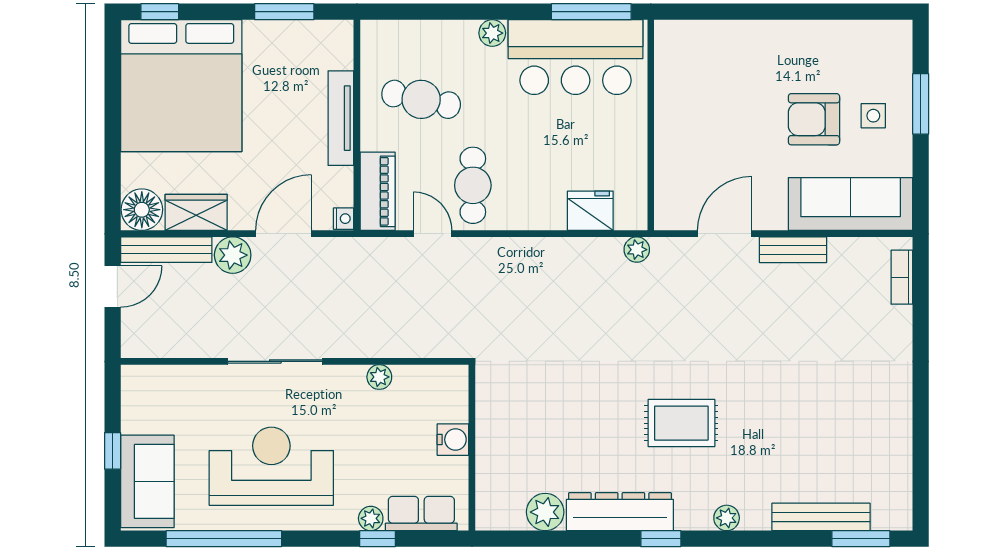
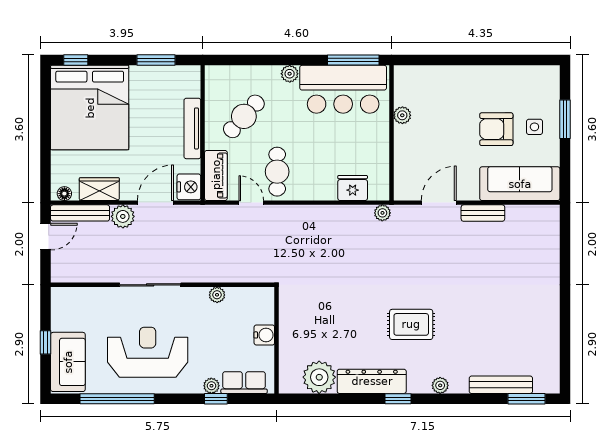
plant: (668, 98) -> (402, 115), added
cafe table: (421, 99) -> (244, 116), turned -60
floor lamp: (142, 210) -> (64, 194), width x0.53, depth x0.53
nightstand: (344, 219) -> (189, 187), width x1.89, depth x1.79
bookcase: (902, 277) -> (553, 231), removed
plant: (545, 512) -> (319, 377), width x1.36, depth x1.36

